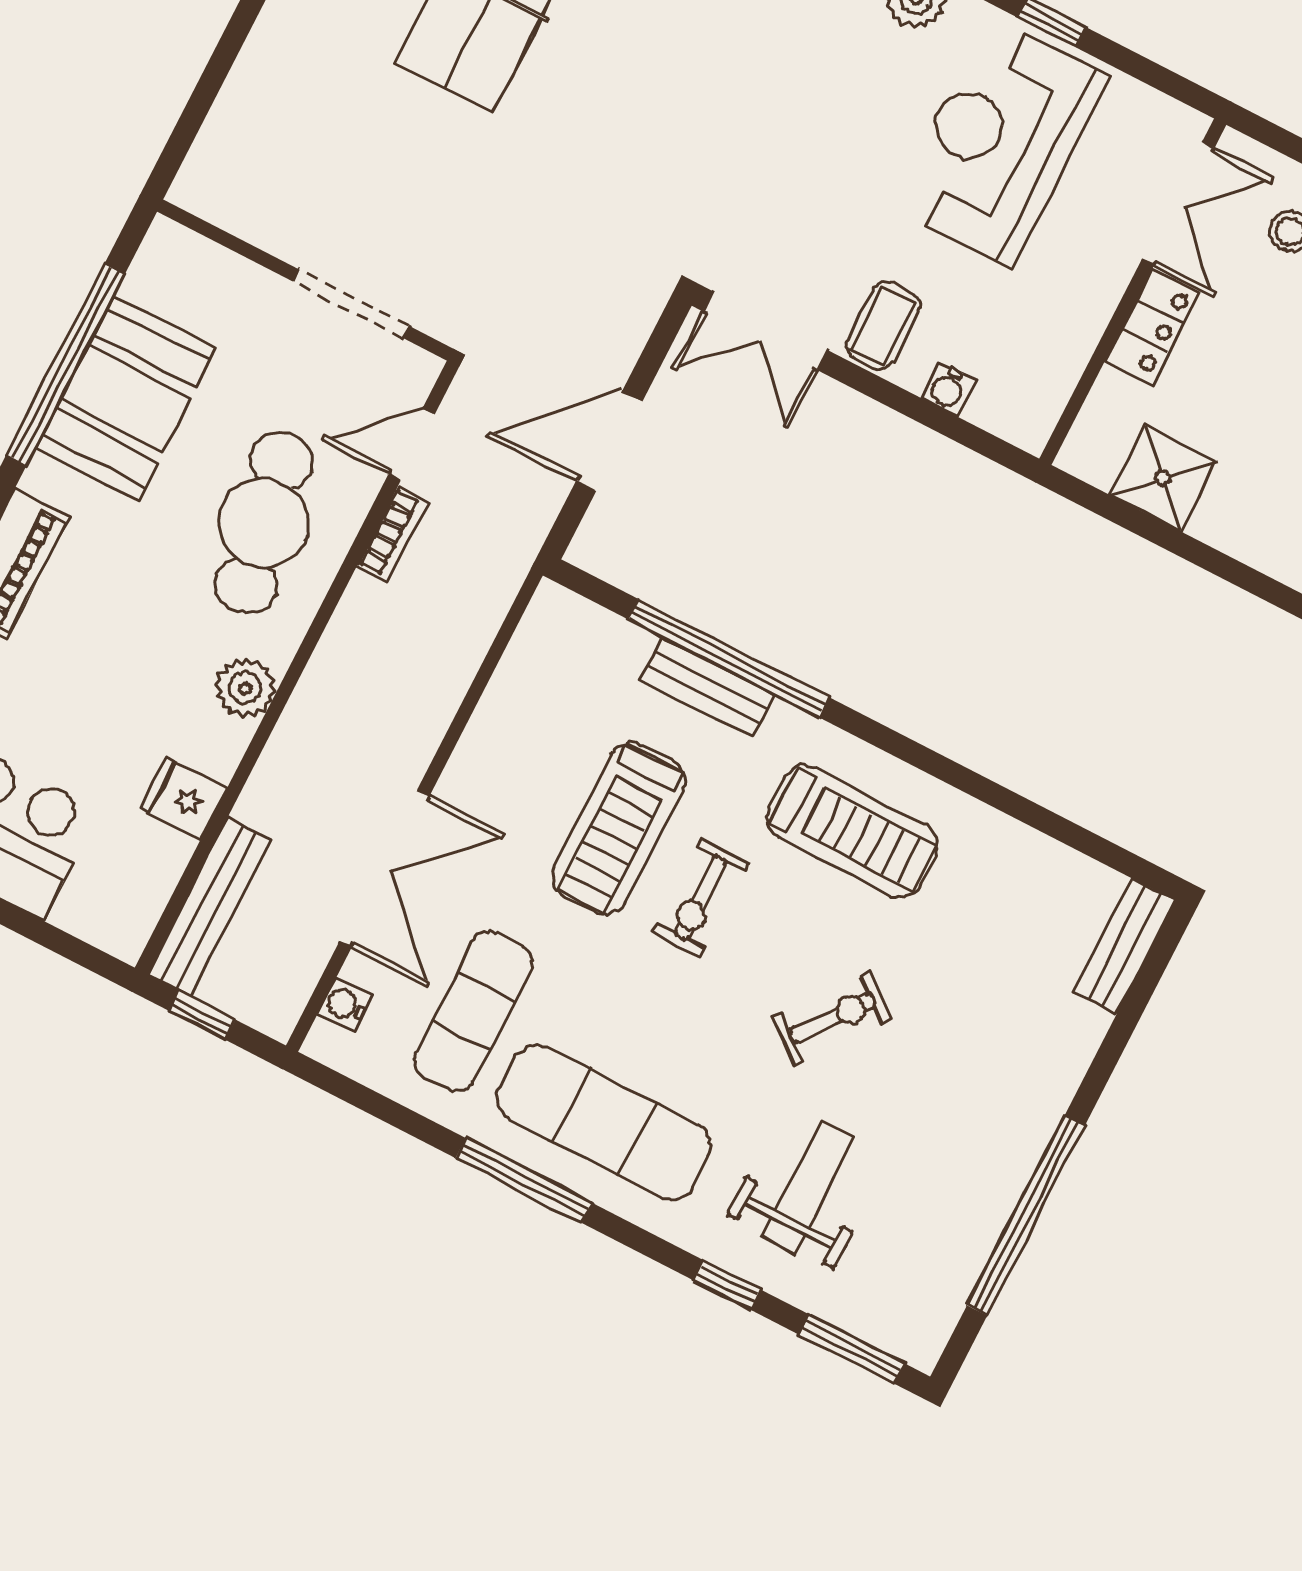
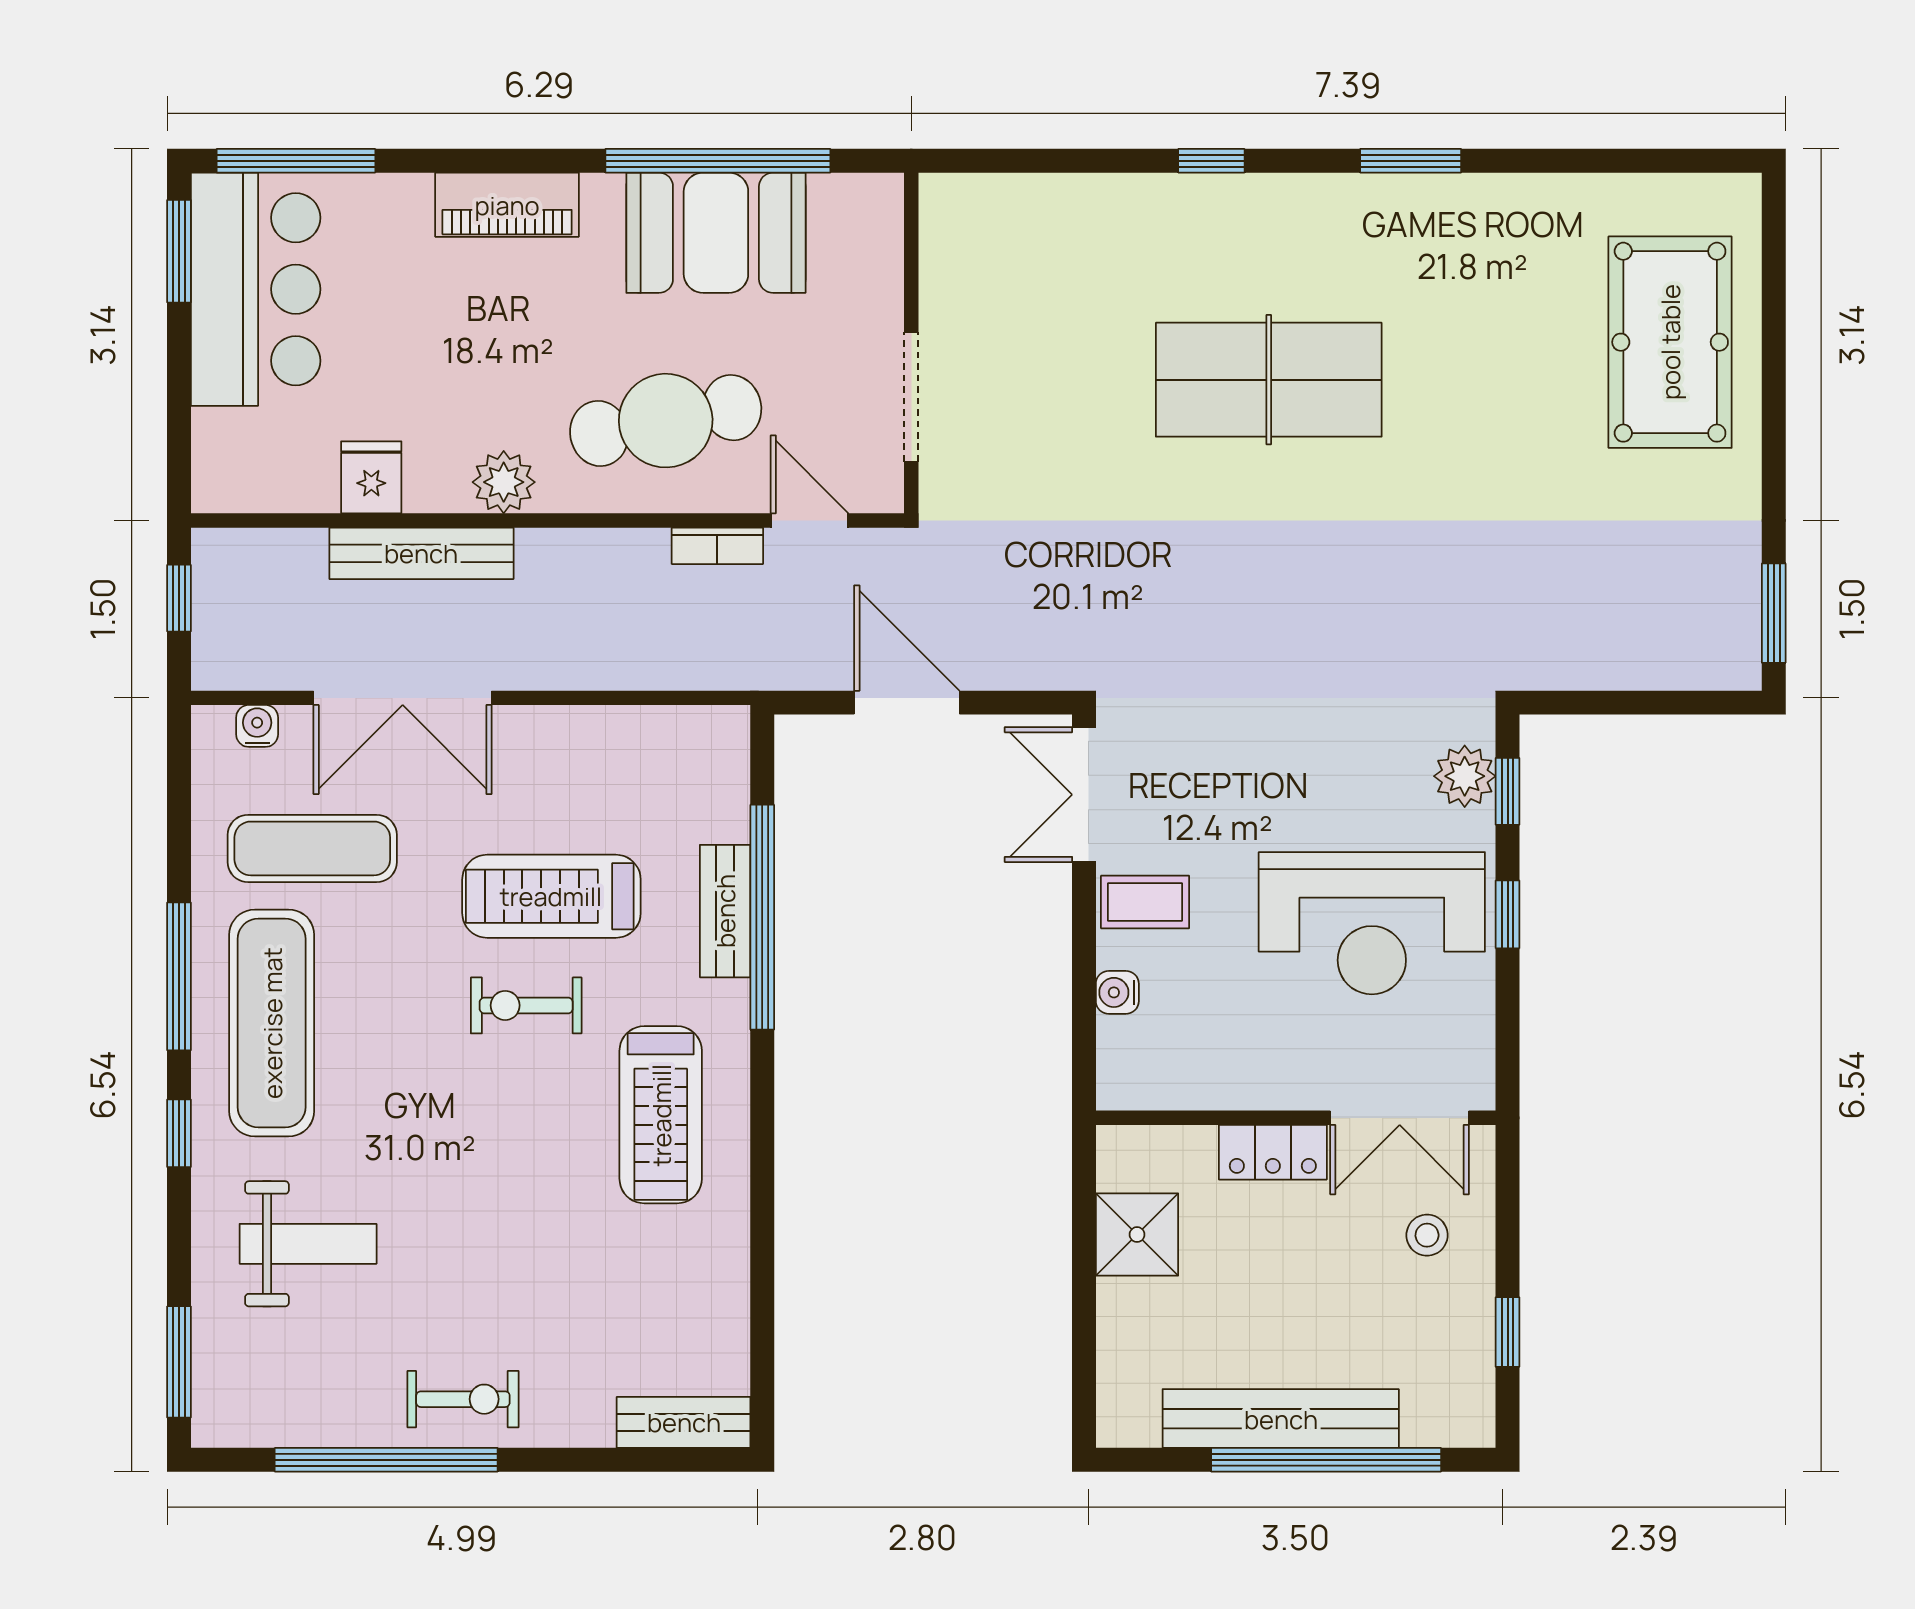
reception desk: (1000, 142) -> (1372, 923), turned 180
bench: (209, 907) -> (421, 553), moved
exercise bike: (832, 1018) -> (463, 1399), moved, turned -38
window: (727, 1285) -> (179, 1133), moved

